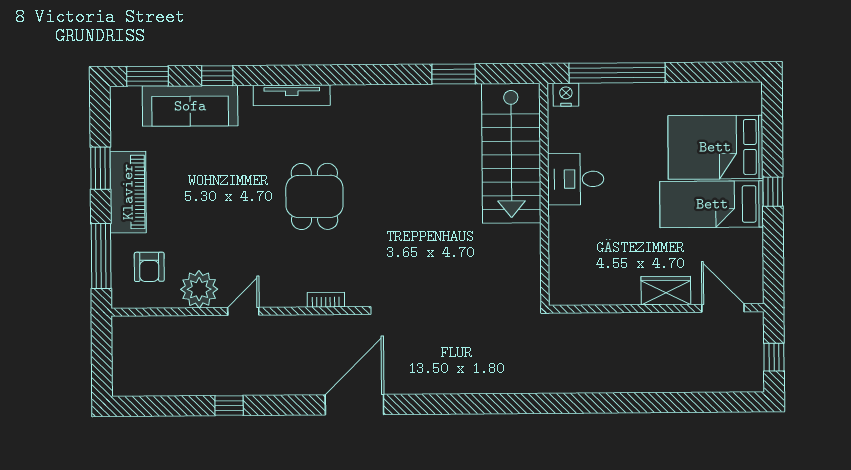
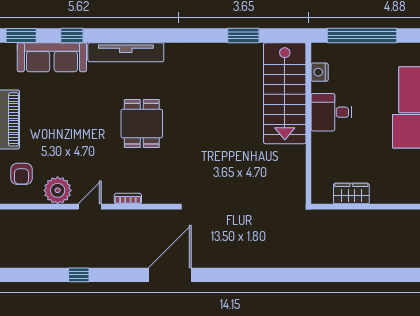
tv unit: (292, 95) -> (126, 52), width x1.36, depth x1.29
nightstand: (566, 95) -> (320, 72), moved, turned -90
wardrobe: (666, 290) -> (351, 194), moved
bookcase: (326, 300) -> (128, 199), moved

